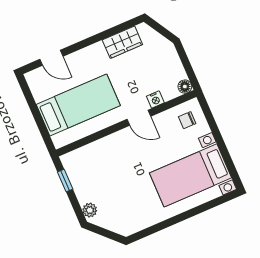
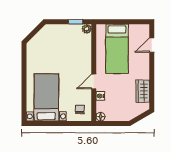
plant: (90, 210) -> (87, 29), moved

